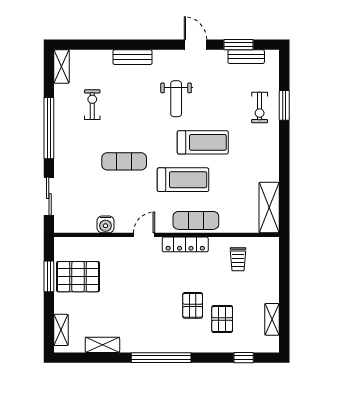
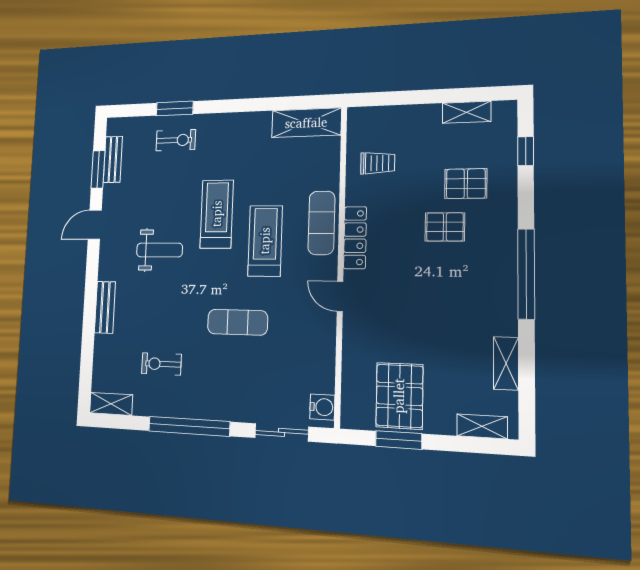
exercise mat: (124, 161) -> (238, 322), turned 90
water cooler: (105, 224) -> (322, 407), moved

